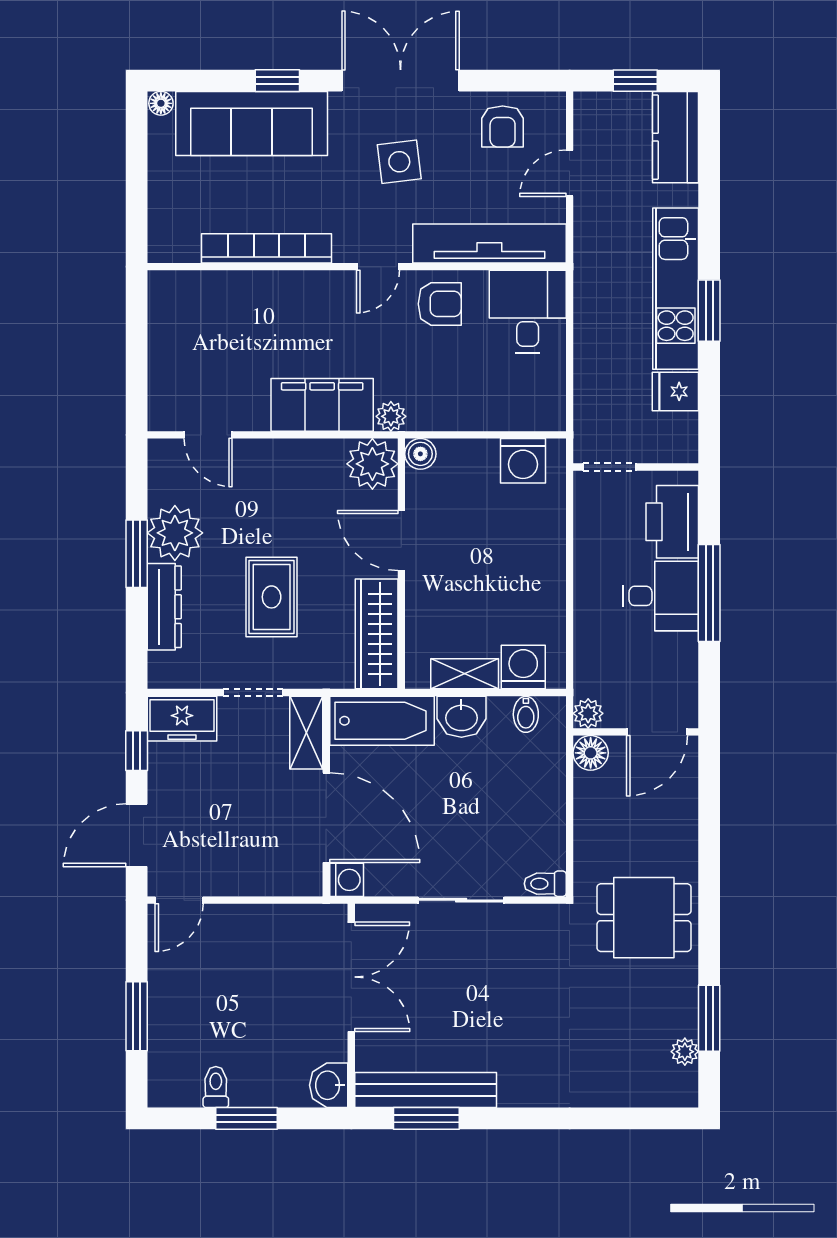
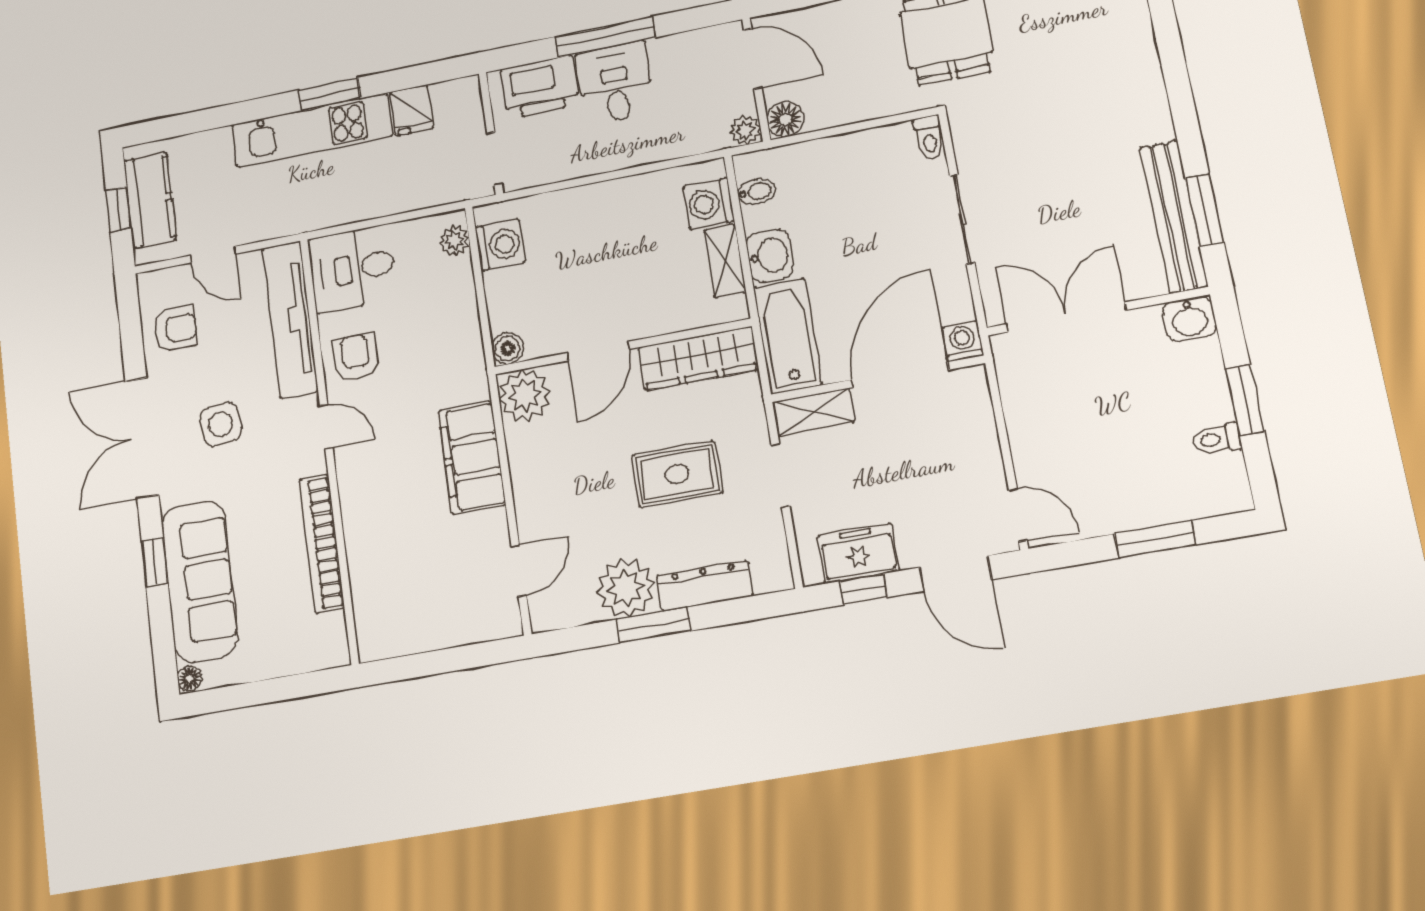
kitchen counter: (676, 137) -> (150, 200), moved, turned -90
plant: (391, 416) -> (454, 241), moved
freezer: (182, 719) -> (858, 553), moved, turned -90

